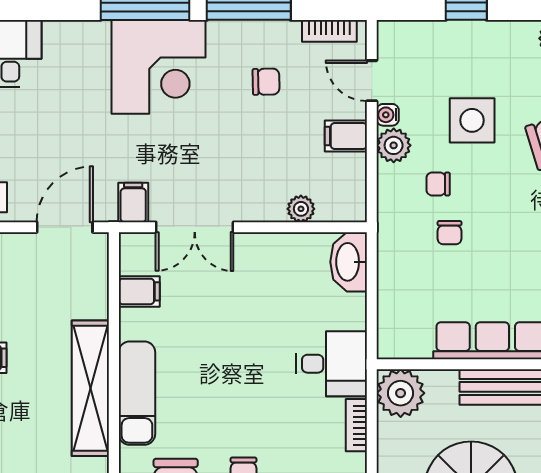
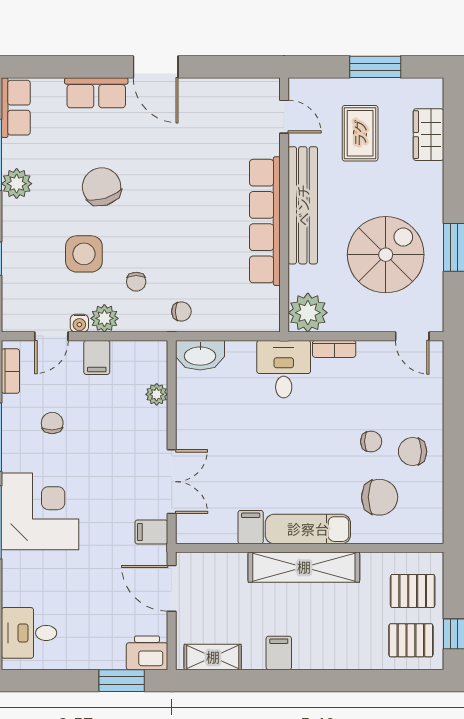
chair: (450, 233) -> (181, 311), moved
filing cabinet: (139, 291) -> (251, 527), moved

